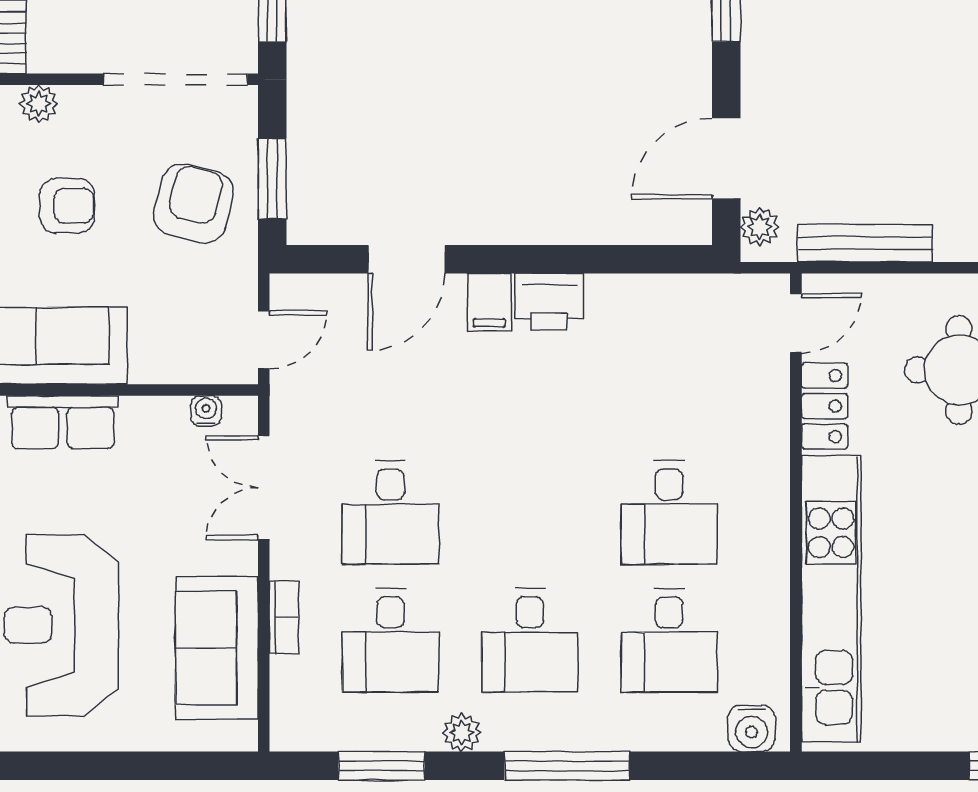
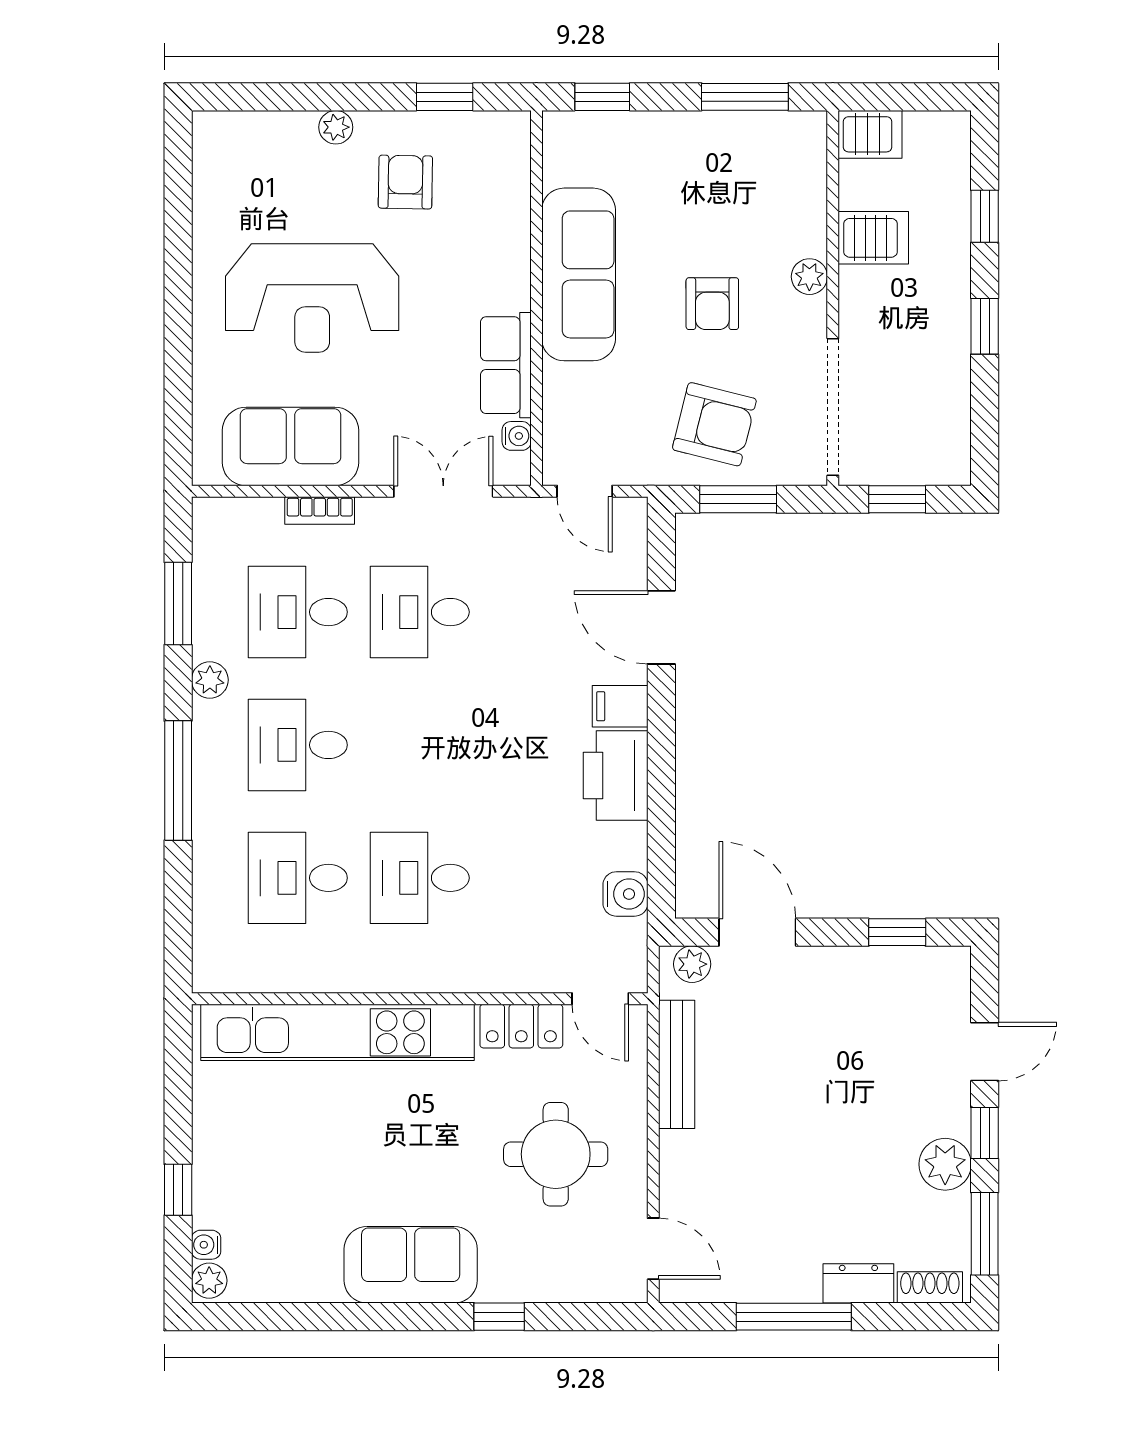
printer: (549, 302) -> (616, 776), width x1.37, depth x1.19
row of seats: (63, 422) -> (506, 365), moved
reception desk: (61, 625) -> (312, 298), turned 180
water cooler: (752, 728) -> (625, 894), moved, turned 180

